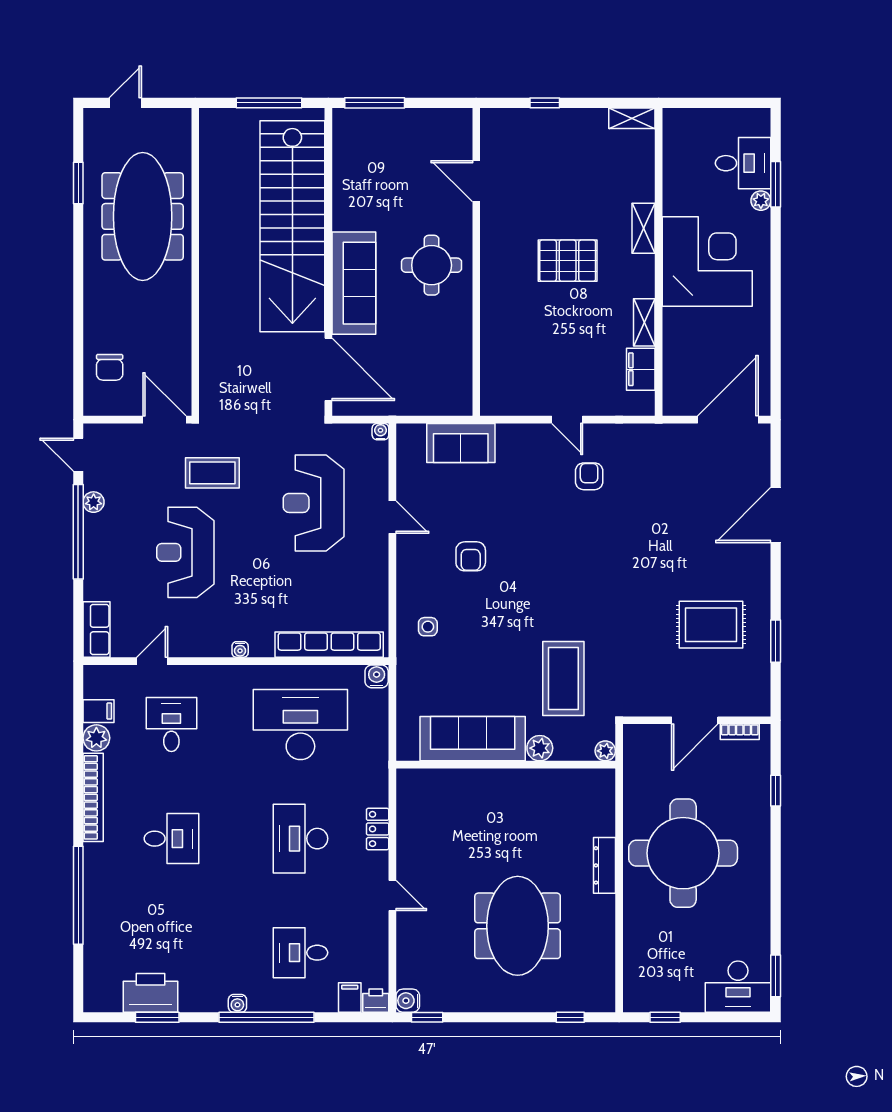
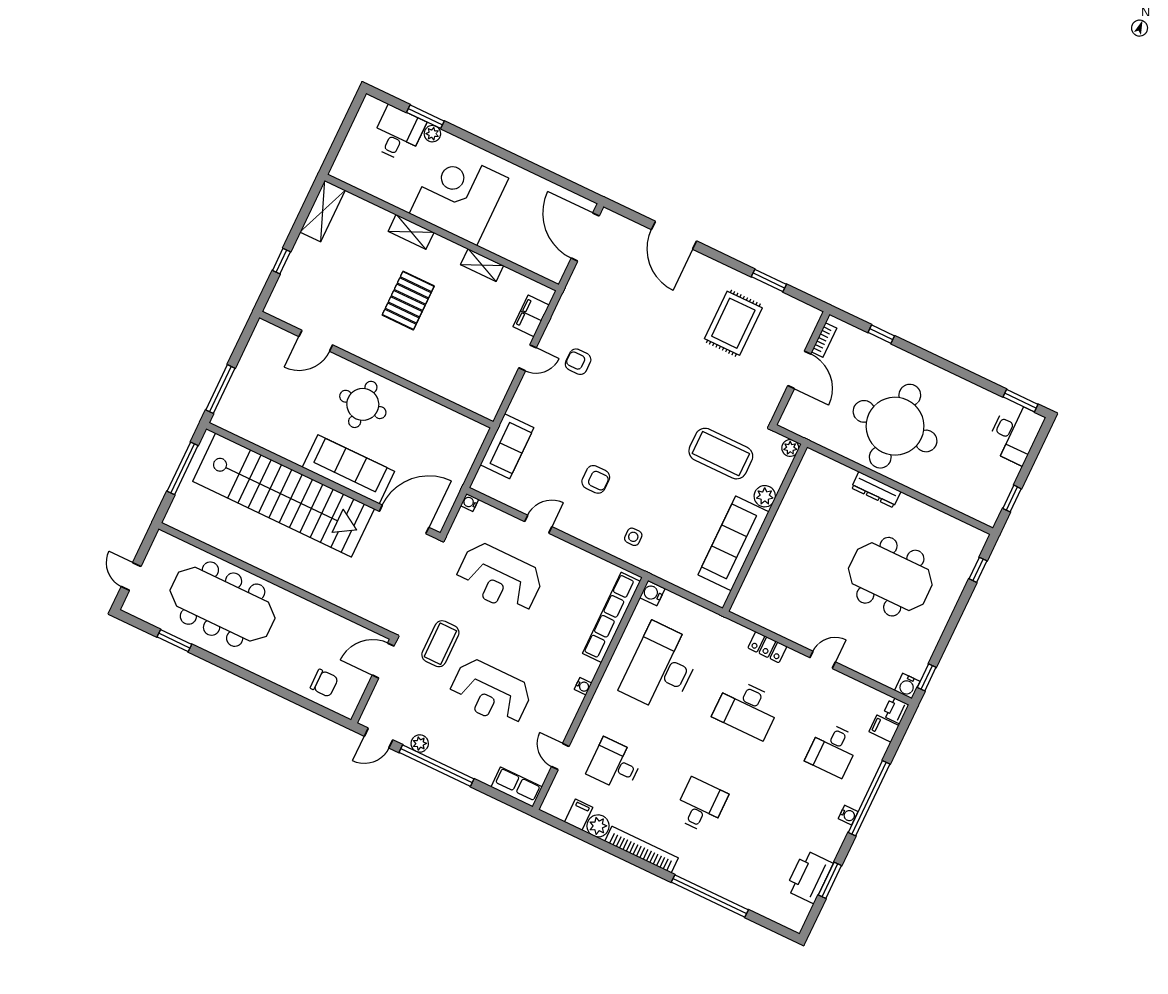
shelving: (632, 118) -> (323, 211), width x1.50, depth x1.33
filing cabinet: (641, 369) -> (531, 316), moved, turned 90

